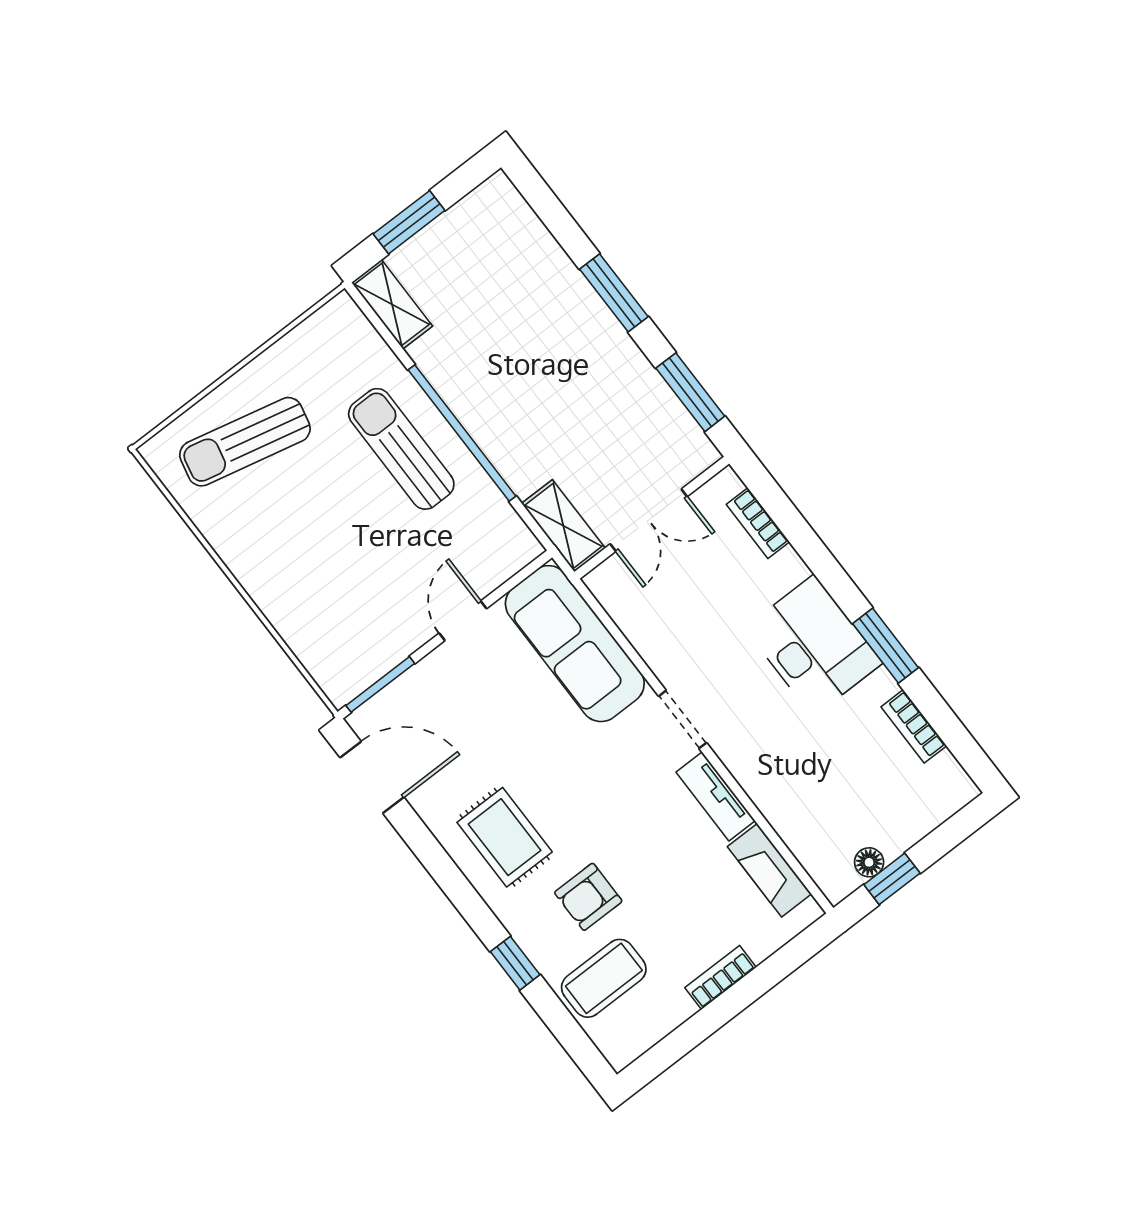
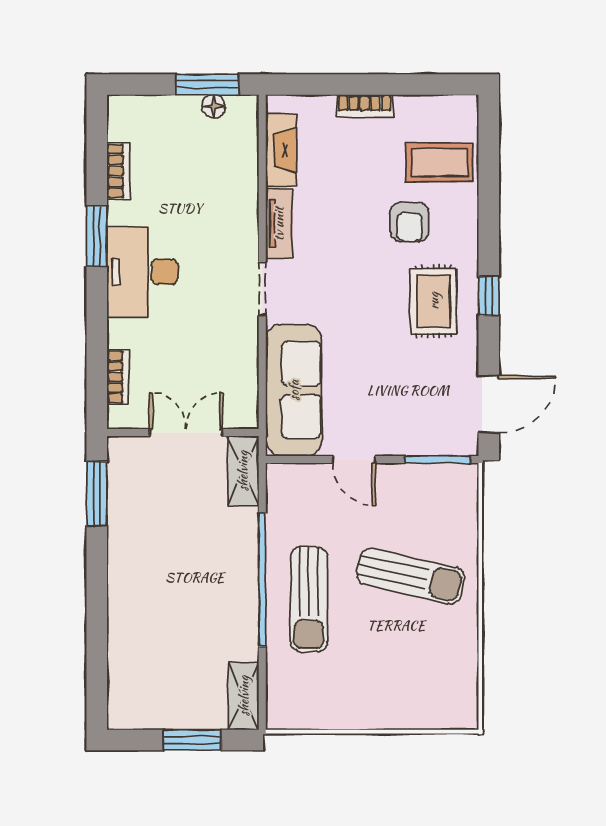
window: (614, 293) -> (97, 594), removed
sun lounger: (245, 442) -> (411, 576), moved
door: (463, 621) -> (354, 460), hinge flipped
door: (372, 777) -> (489, 404), swing flipped
window: (892, 879) -> (207, 84), width x1.50
armchair: (588, 897) -> (409, 222), turned 90
window: (515, 963) -> (489, 296), moved

